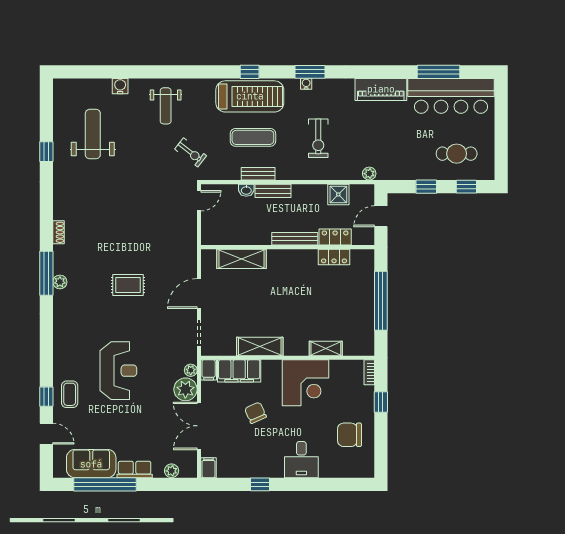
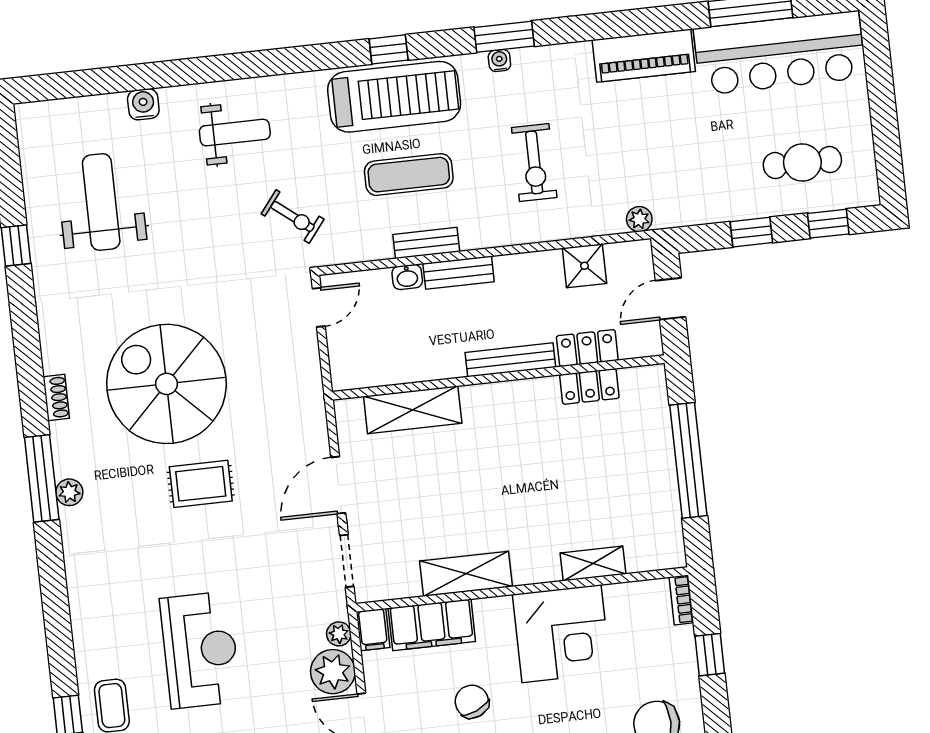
weight bench: (166, 106) -> (235, 133), turned -90
spiral stairs: (116, 232) -> (166, 384), added

